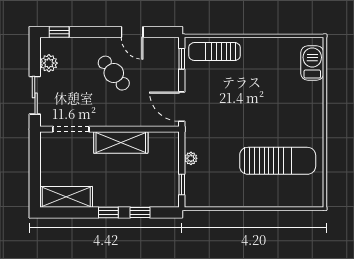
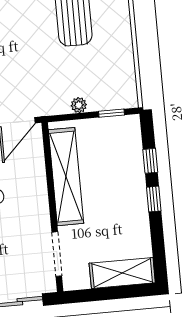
shelving: (121, 142) -> (66, 177), width x1.47
shelving: (66, 197) -> (122, 273), moved, turned 90

